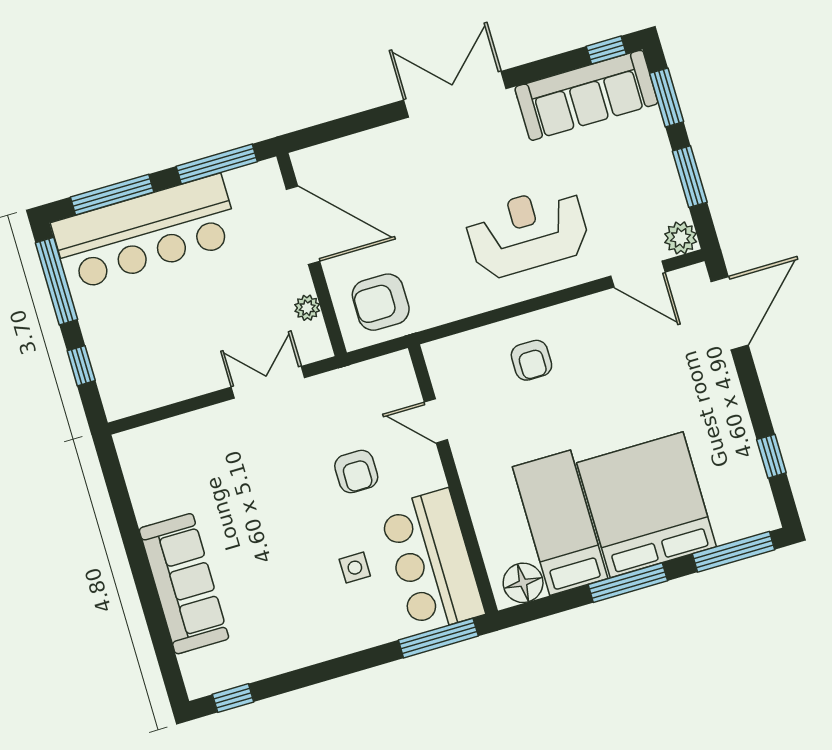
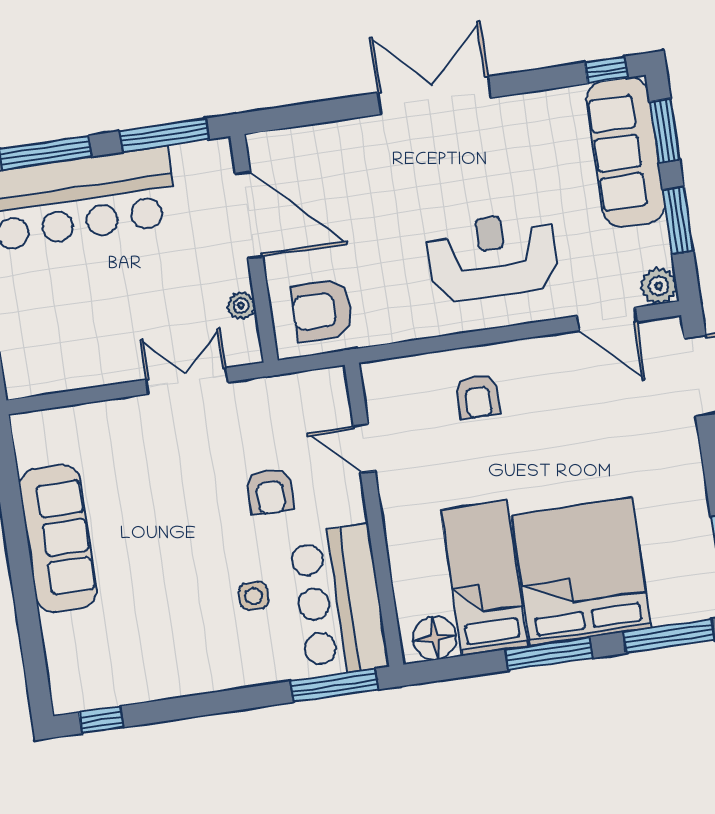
sofa: (586, 95) -> (626, 152), moved, turned 90
sofa: (184, 584) -> (58, 538), moved

